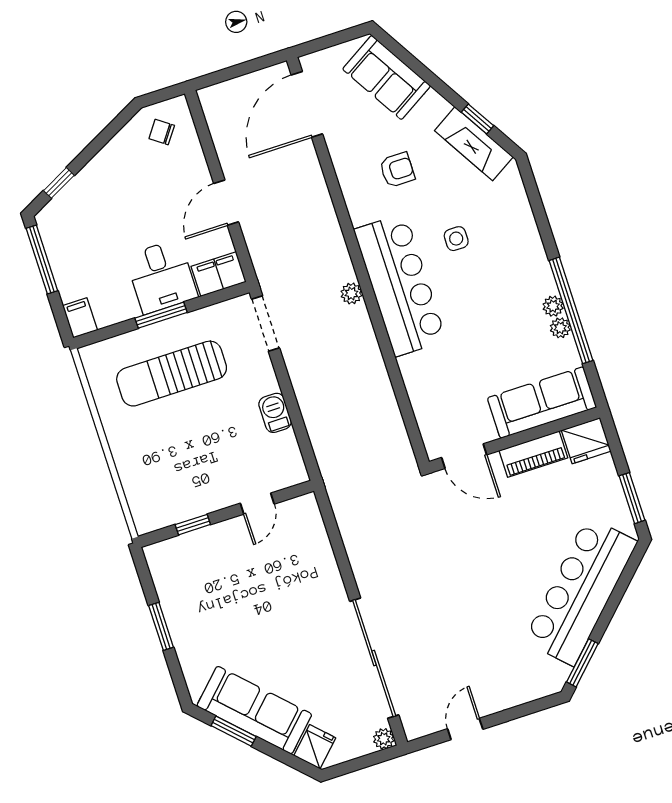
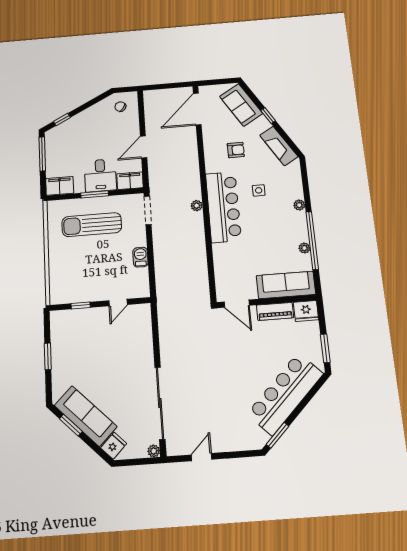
window: (477, 119) -> (268, 116), moved
plant: (553, 306) -> (299, 205), moved
filing cabinet: (80, 318) -> (60, 186), width x2.00

